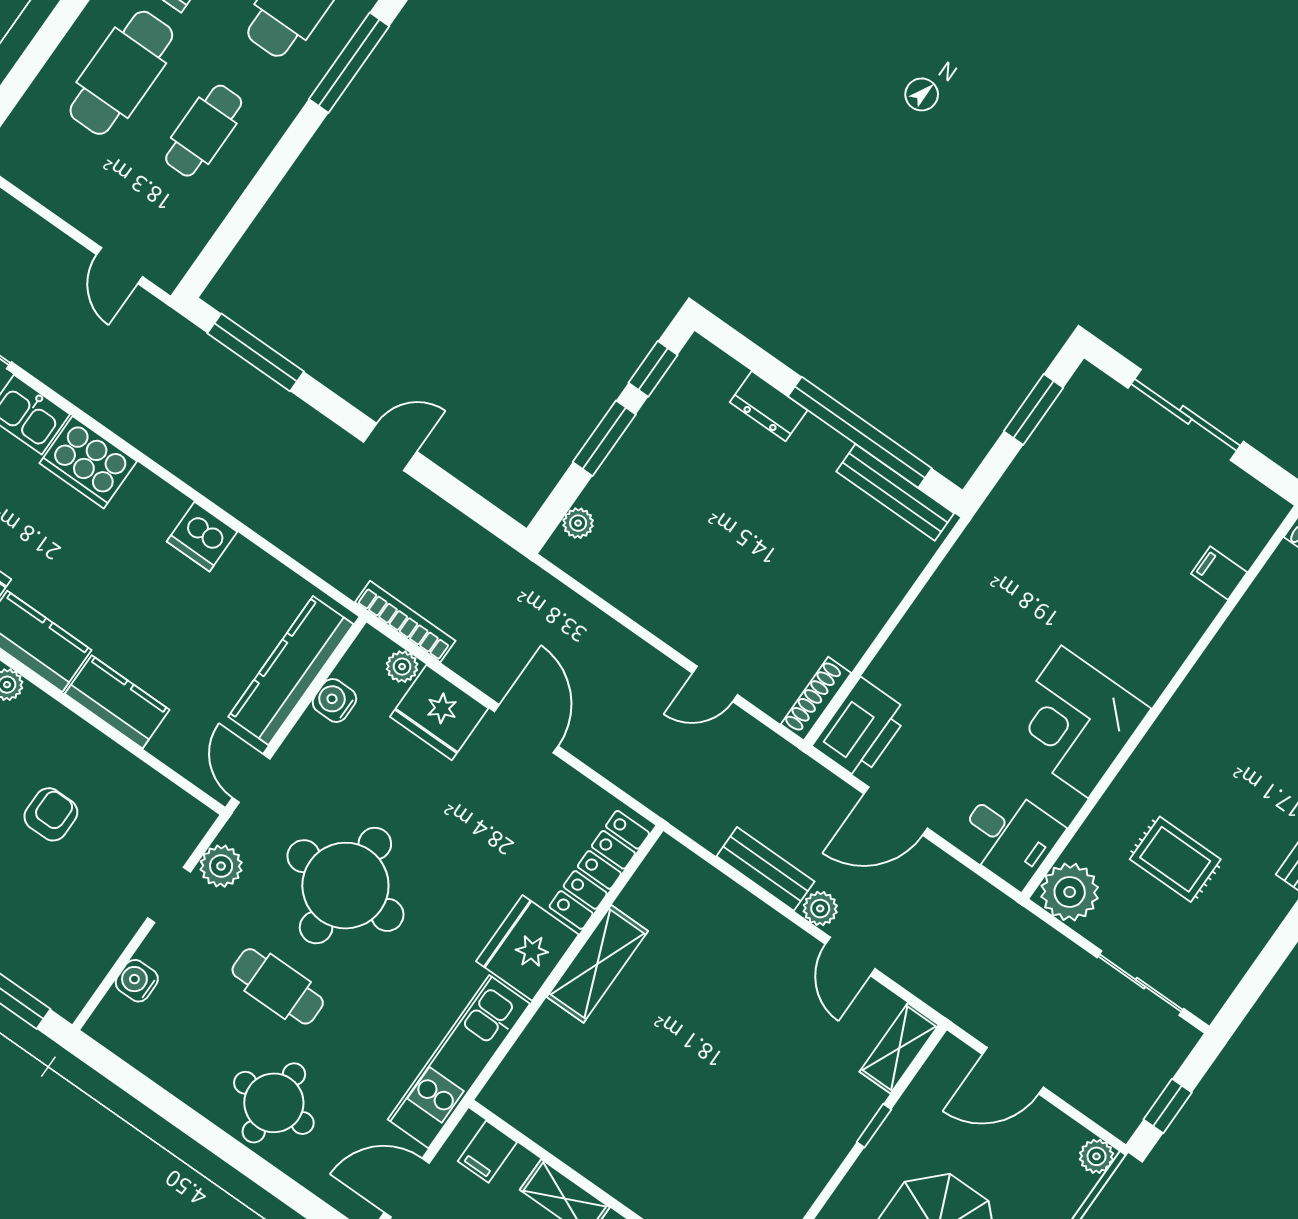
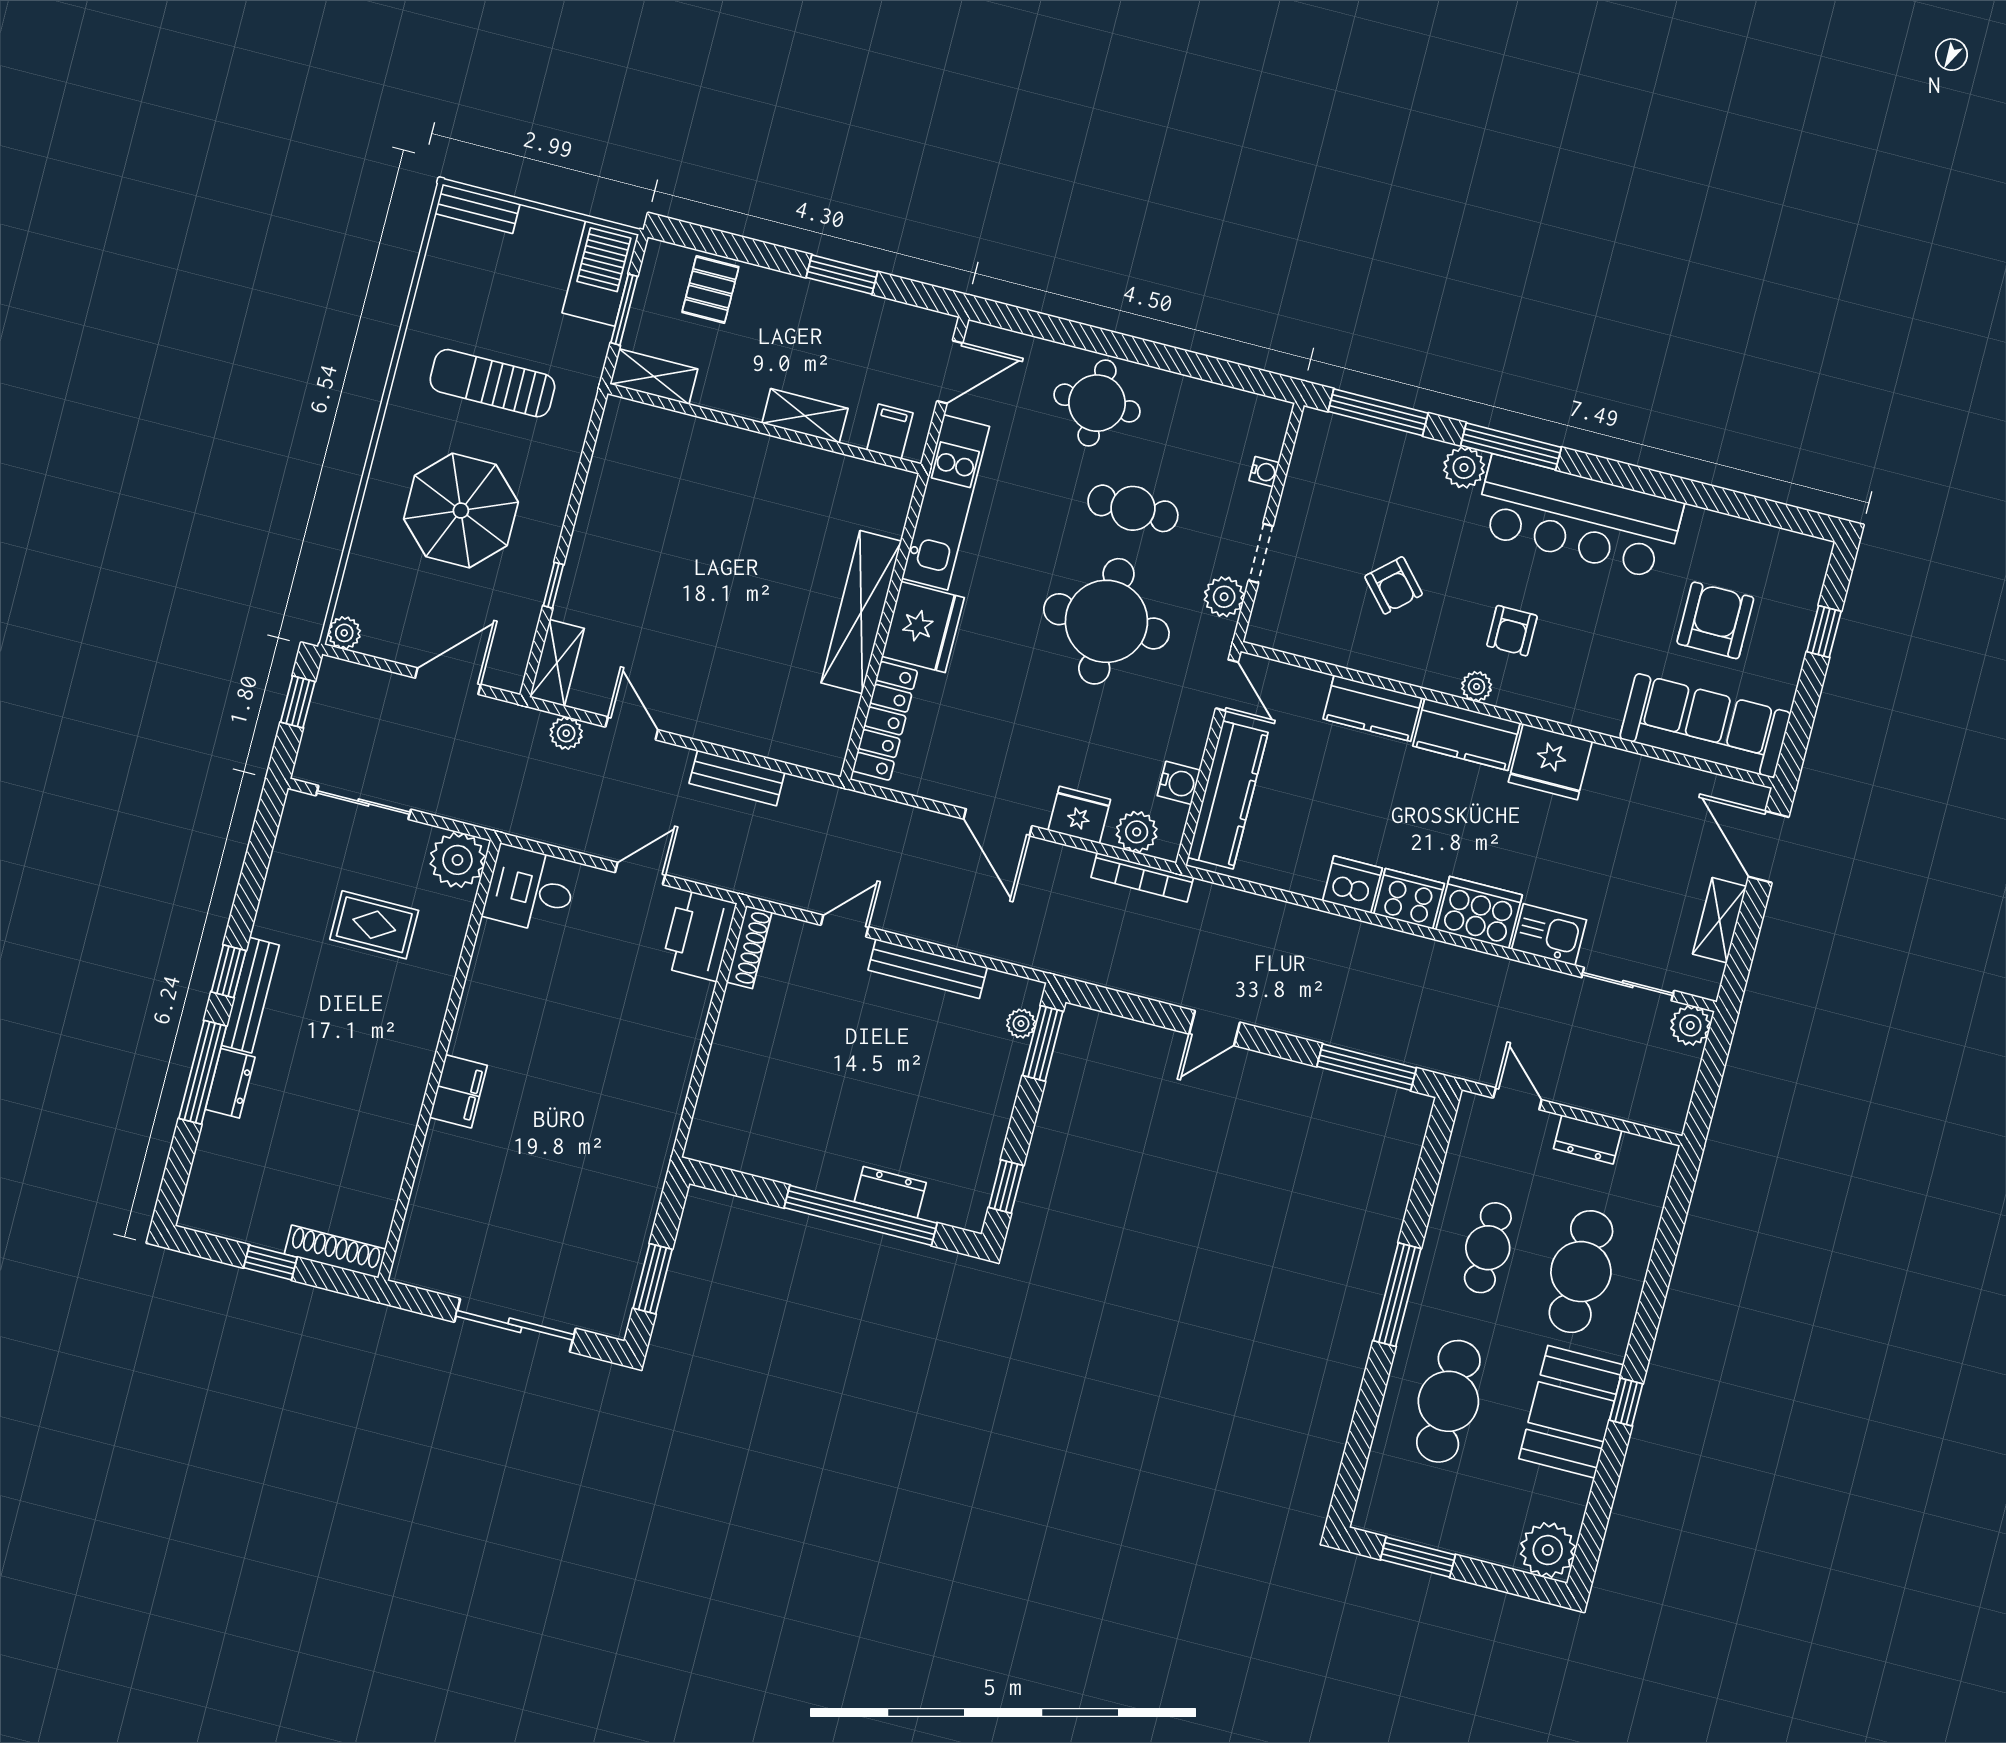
window: (349, 63) -> (1397, 1295), moved
dresser: (66, 200) -> (1588, 1140), added
window: (860, 432) -> (861, 1215), moved
window: (604, 438) -> (1043, 1043), moved
bench: (895, 492) -> (928, 969), moved
cooker: (152, 502) -> (1409, 899), added
filing cabinet: (1219, 573) -> (458, 1091), moved, width x2.00
plant: (402, 667) -> (1137, 832), width x1.38, depth x1.38
fridge: (439, 713) -> (1079, 815), width x0.73, depth x0.75
corner desk: (1075, 722) -> (510, 1014), removed
door: (896, 811) -> (640, 874), width x0.73
armchair: (51, 814) -> (1394, 585), turned -42
plant: (820, 909) -> (566, 733), moved
shelving: (597, 964) -> (861, 612), width x1.47
water cooler: (137, 981) -> (1264, 472), width x0.72, depth x0.72

